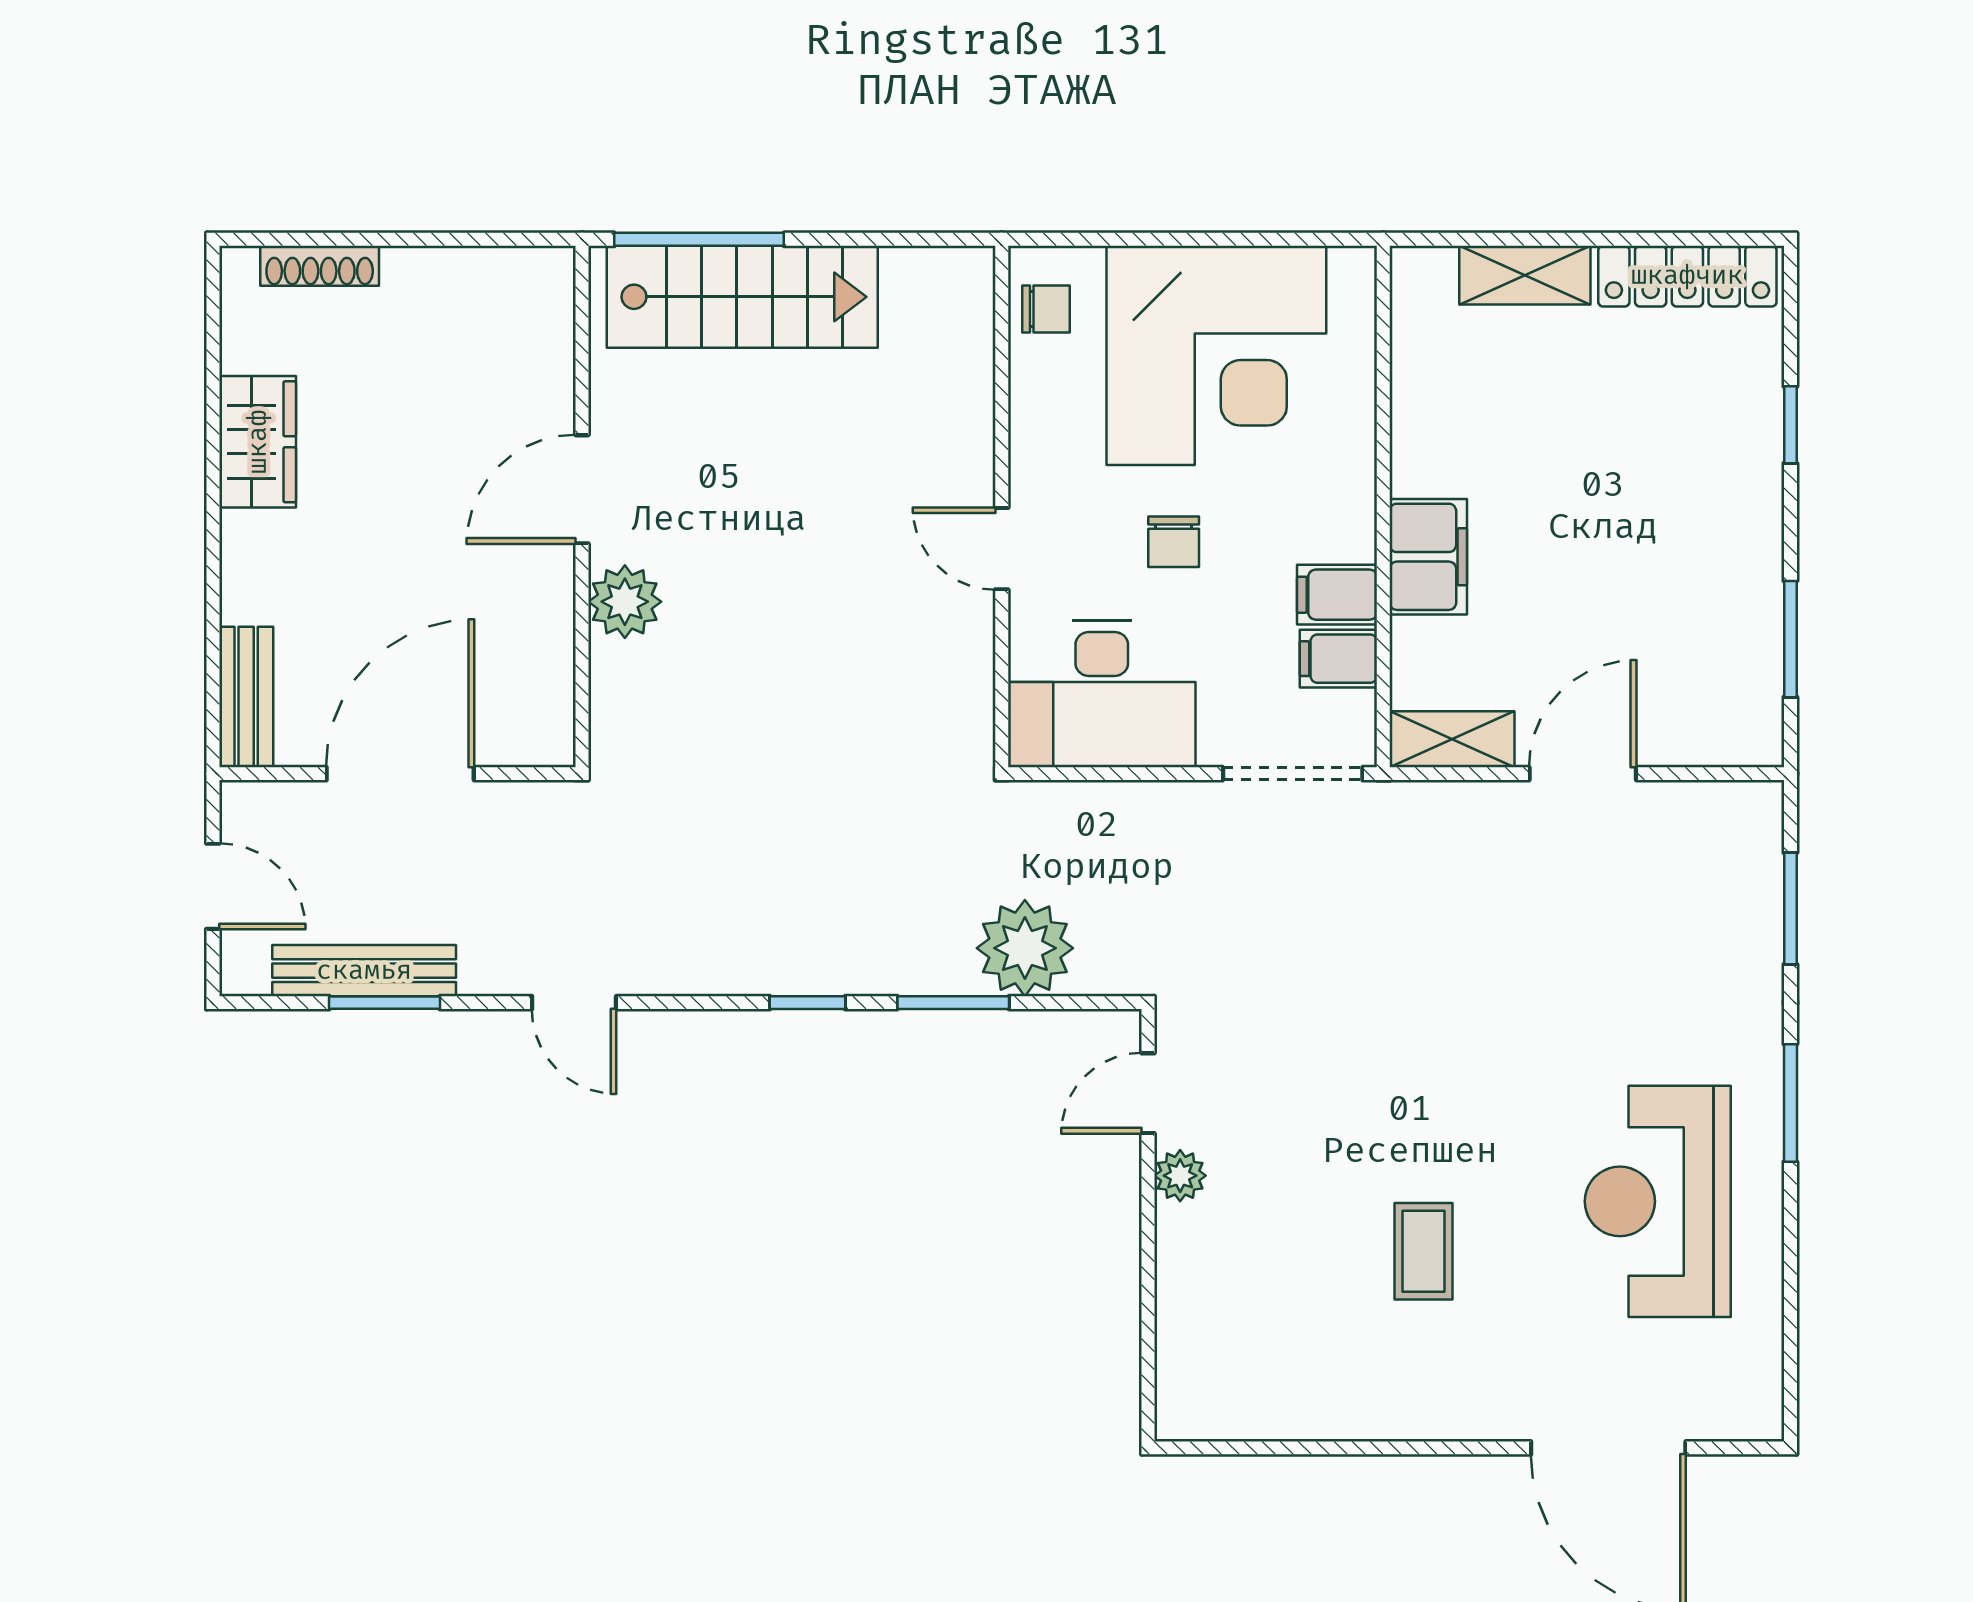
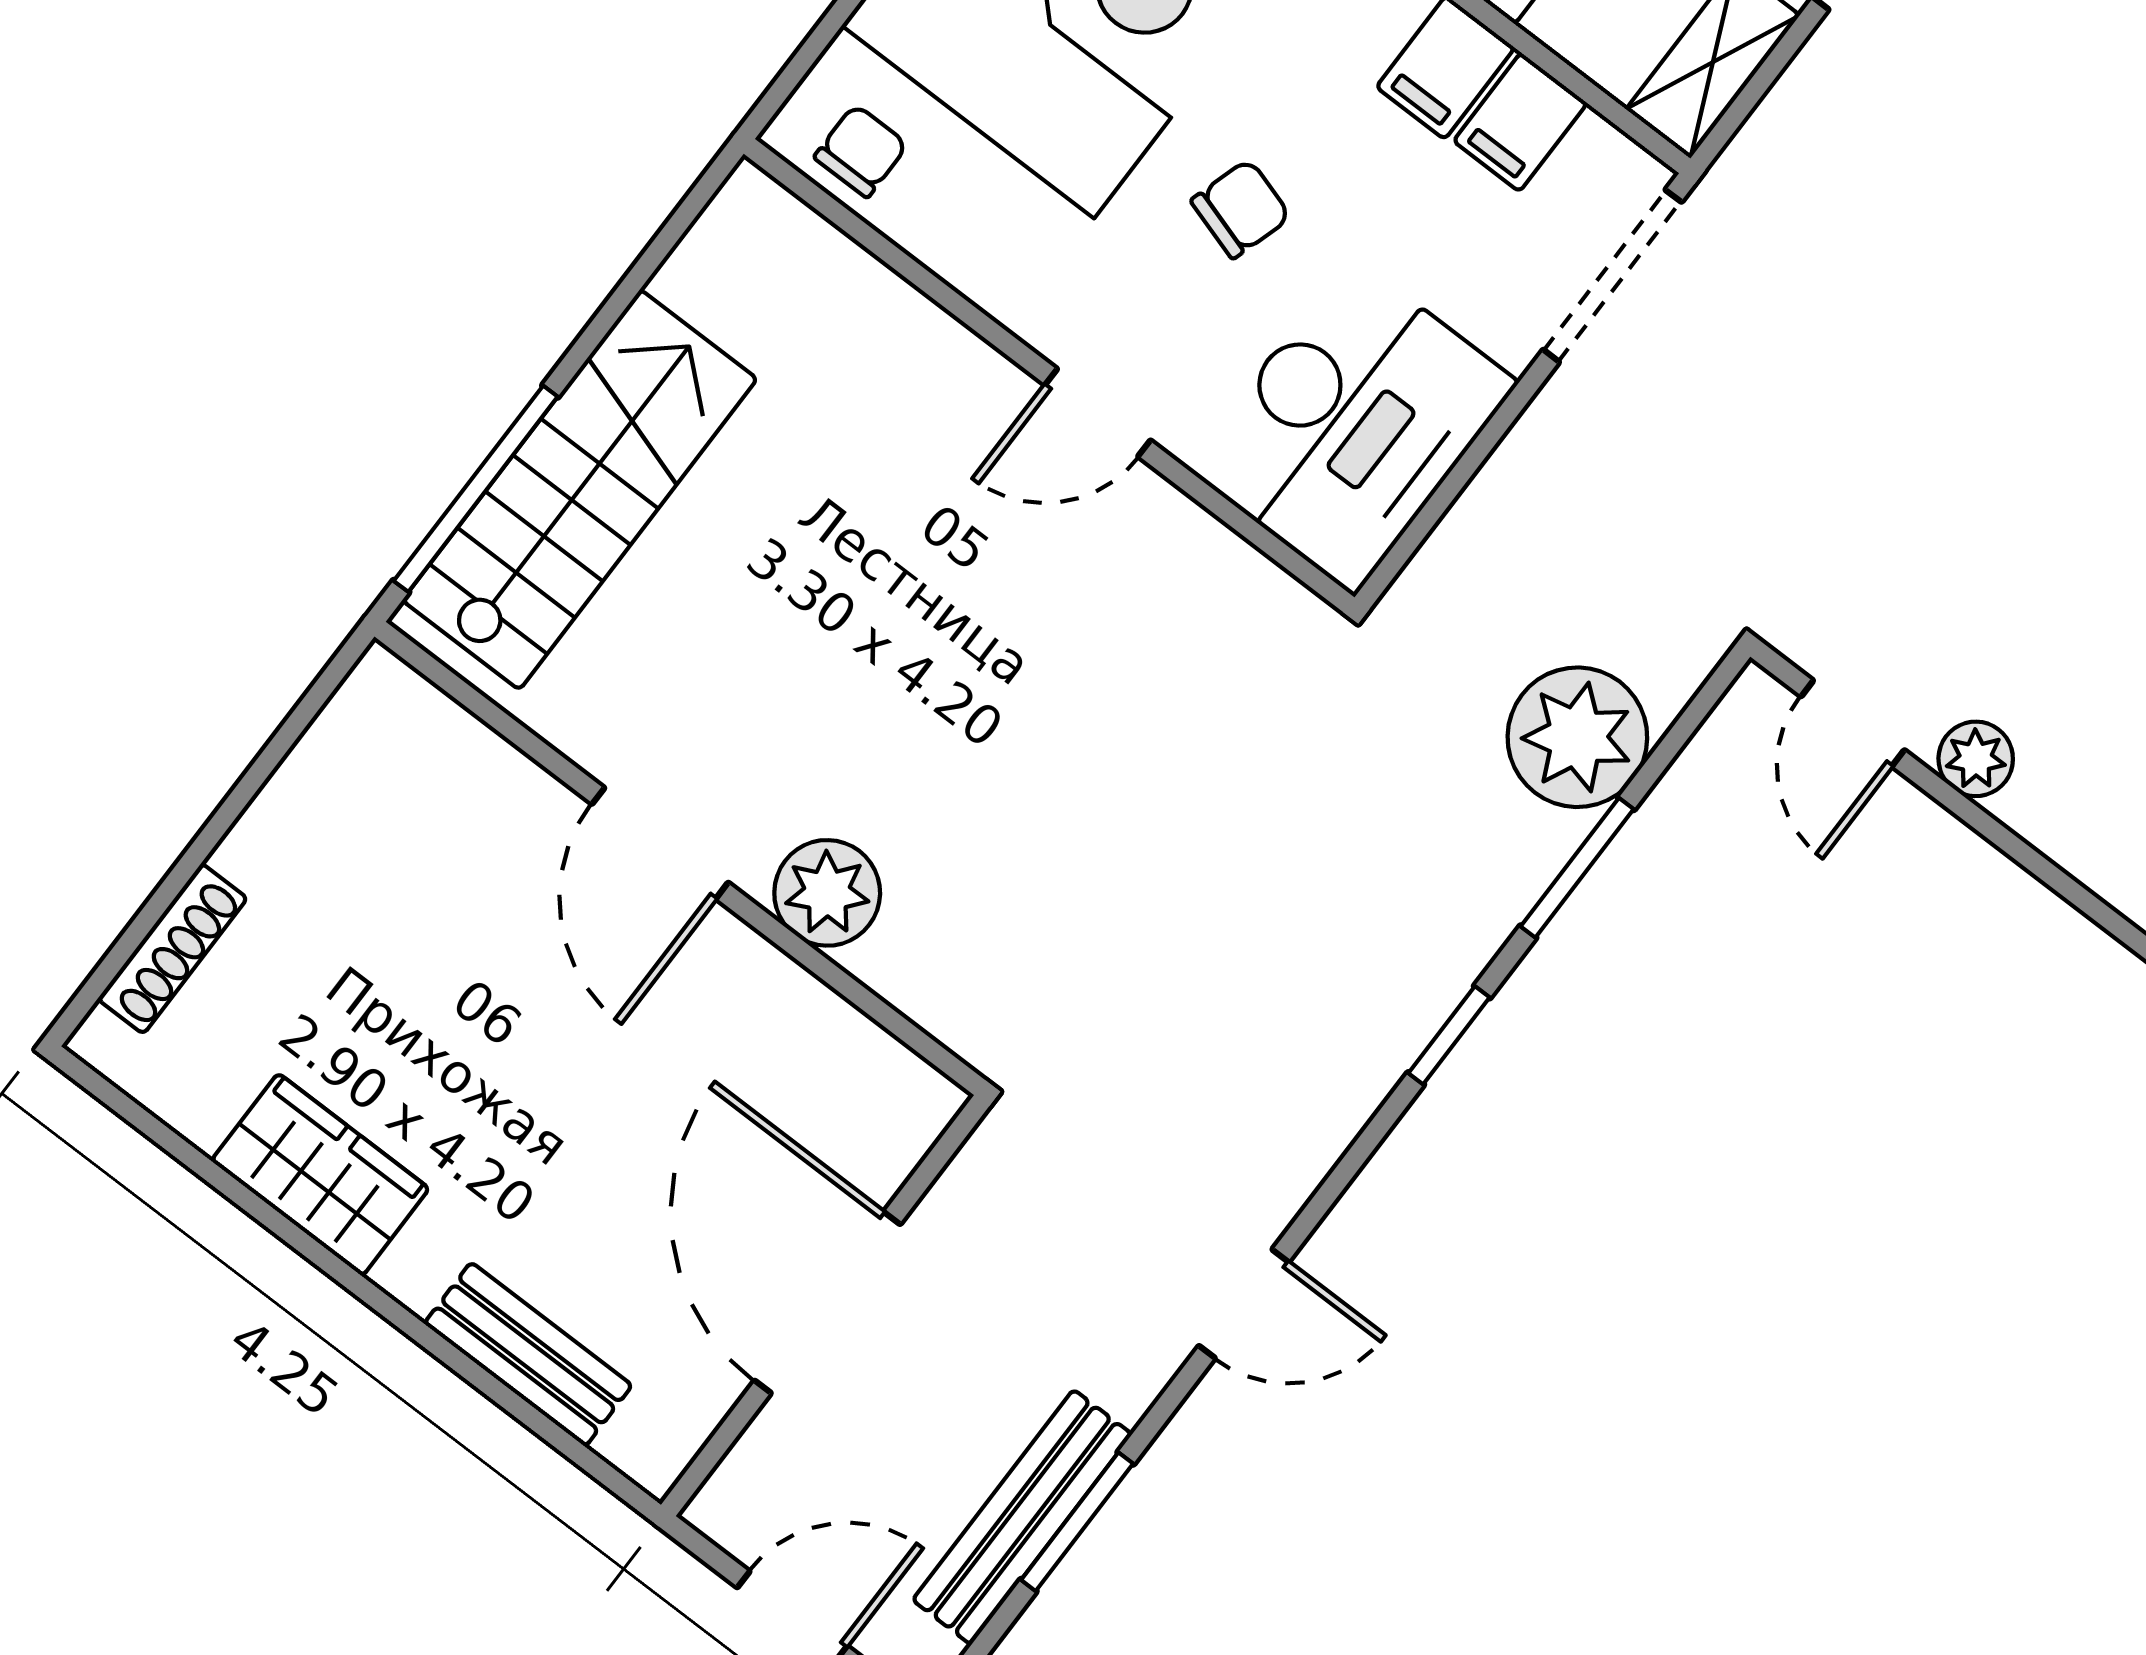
chair: (1174, 542) -> (1241, 209), turned -73
bench: (246, 697) -> (528, 1354), moved

